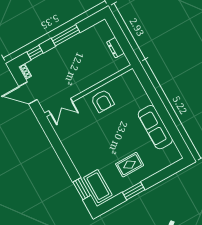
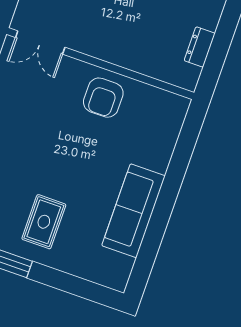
rug: (130, 165) -> (44, 222), turned 90

